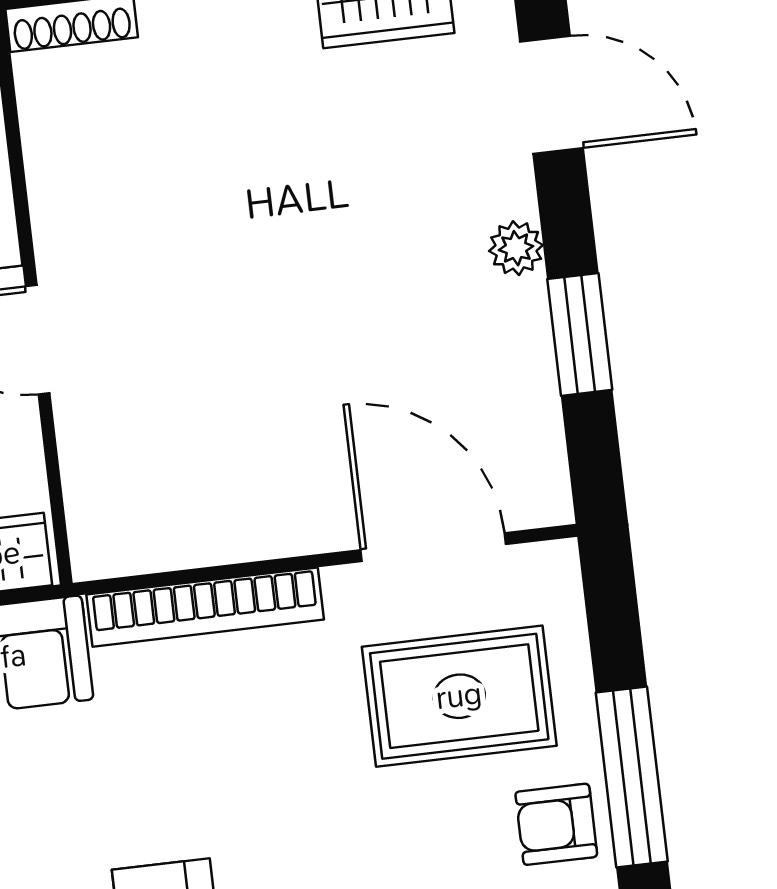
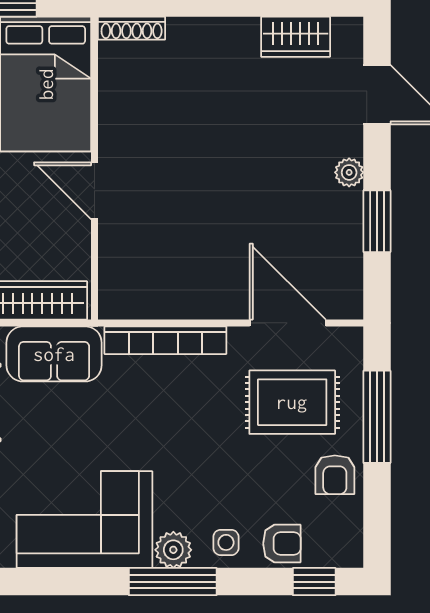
window: (632, 777) -> (377, 417), moved
armchair: (556, 824) -> (335, 475), turned -90

